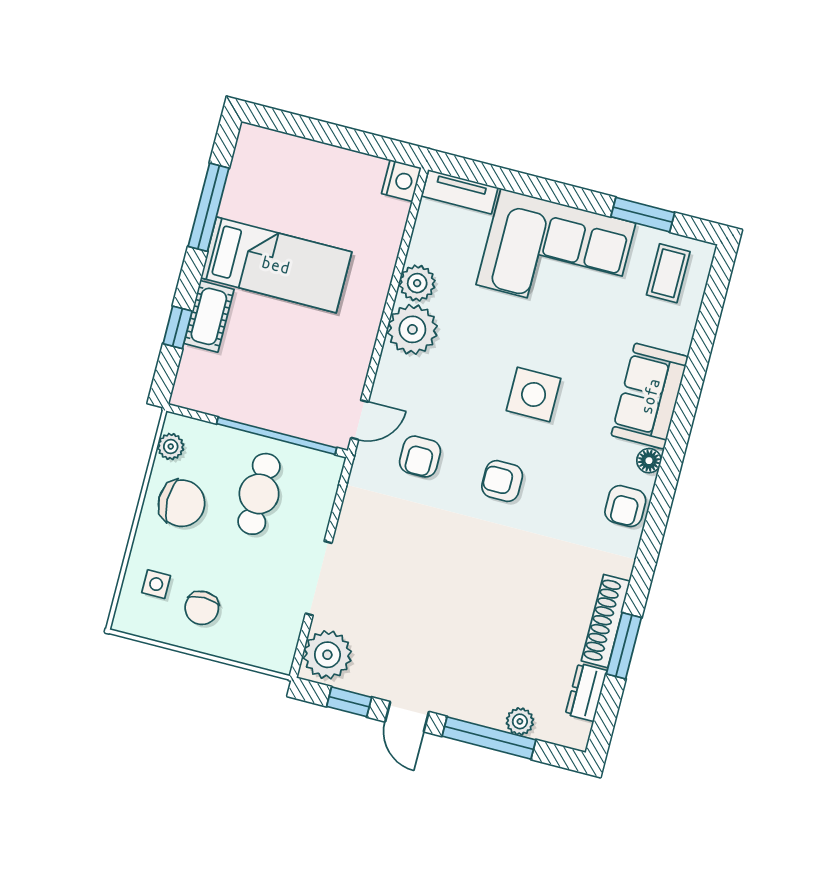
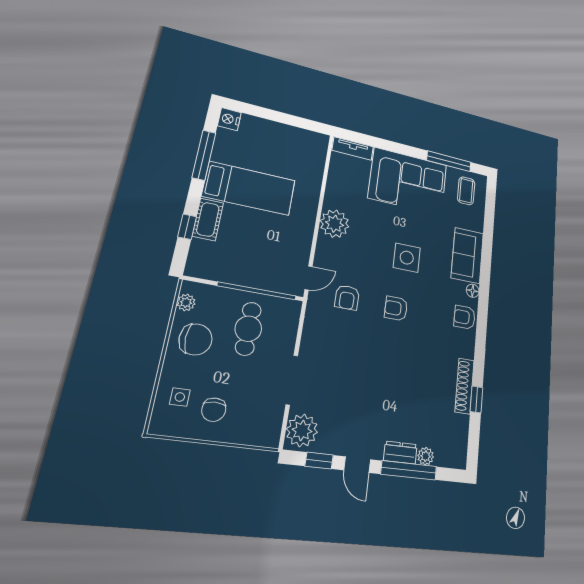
nightstand: (401, 181) -> (229, 119), moved, turned 180
window: (643, 215) -> (449, 161), width x1.44
plant: (417, 283) -> (334, 198), removed
armchair: (625, 506) -> (465, 317), turned 90
window: (624, 646) -> (476, 400), width x0.67
dresser: (586, 692) -> (400, 453), moved, turned 90

